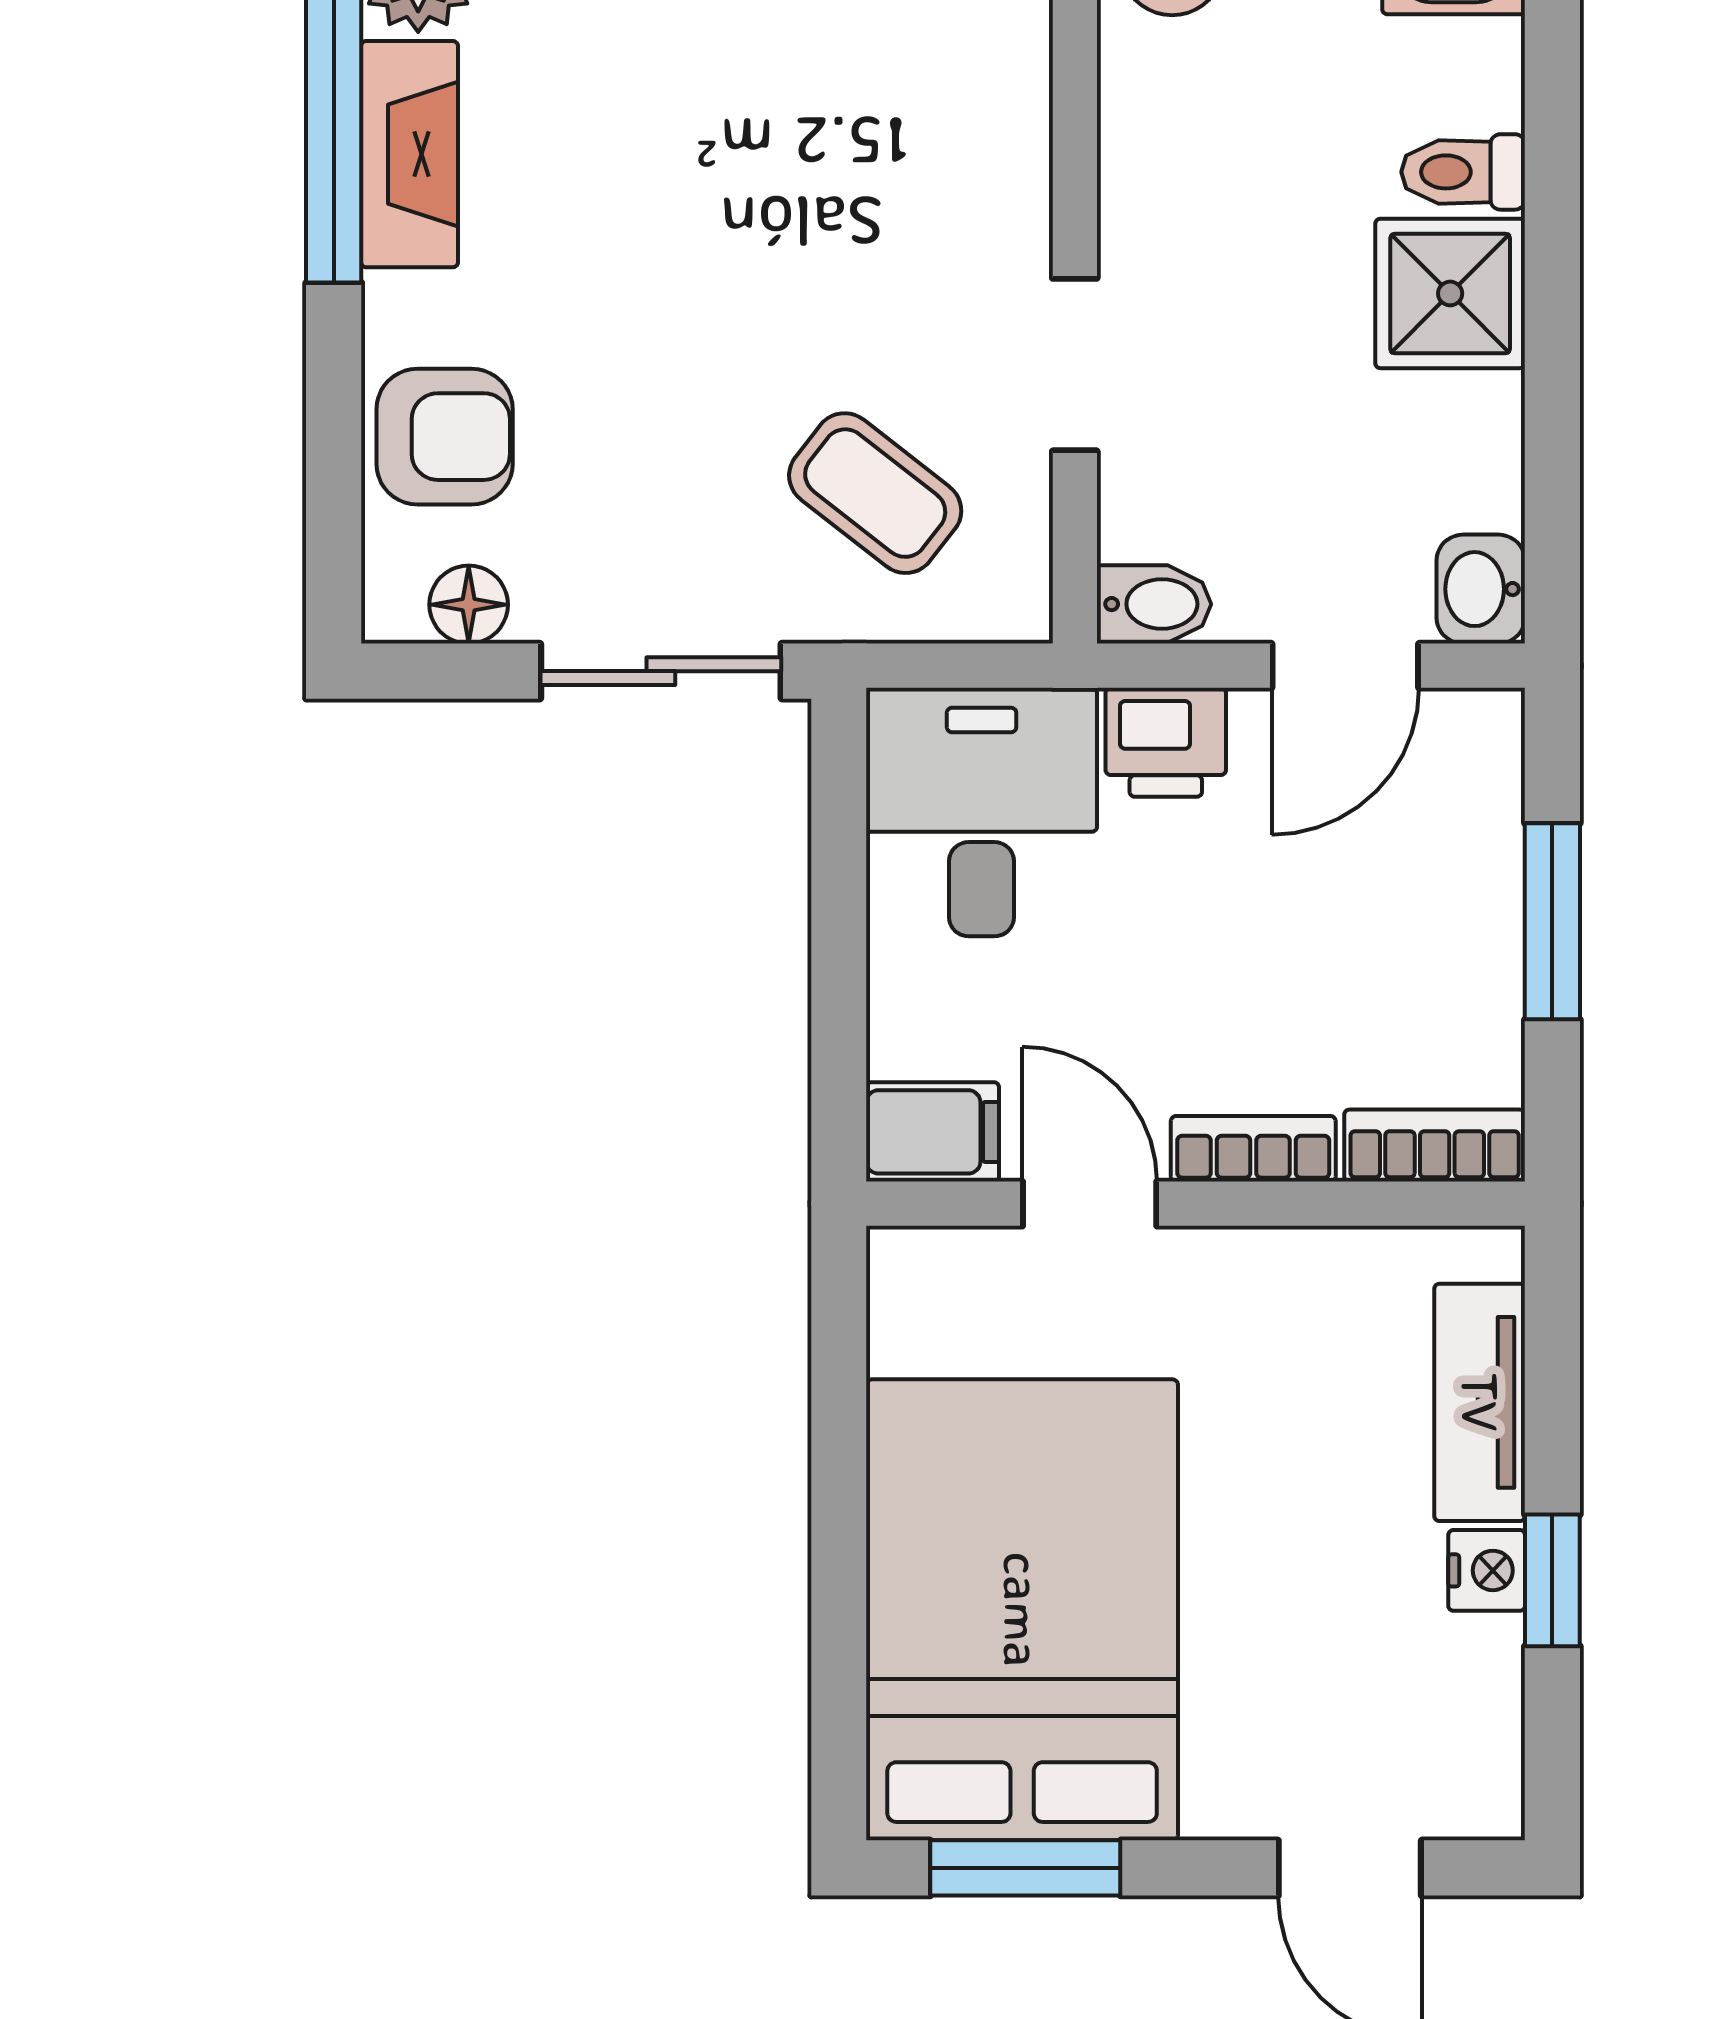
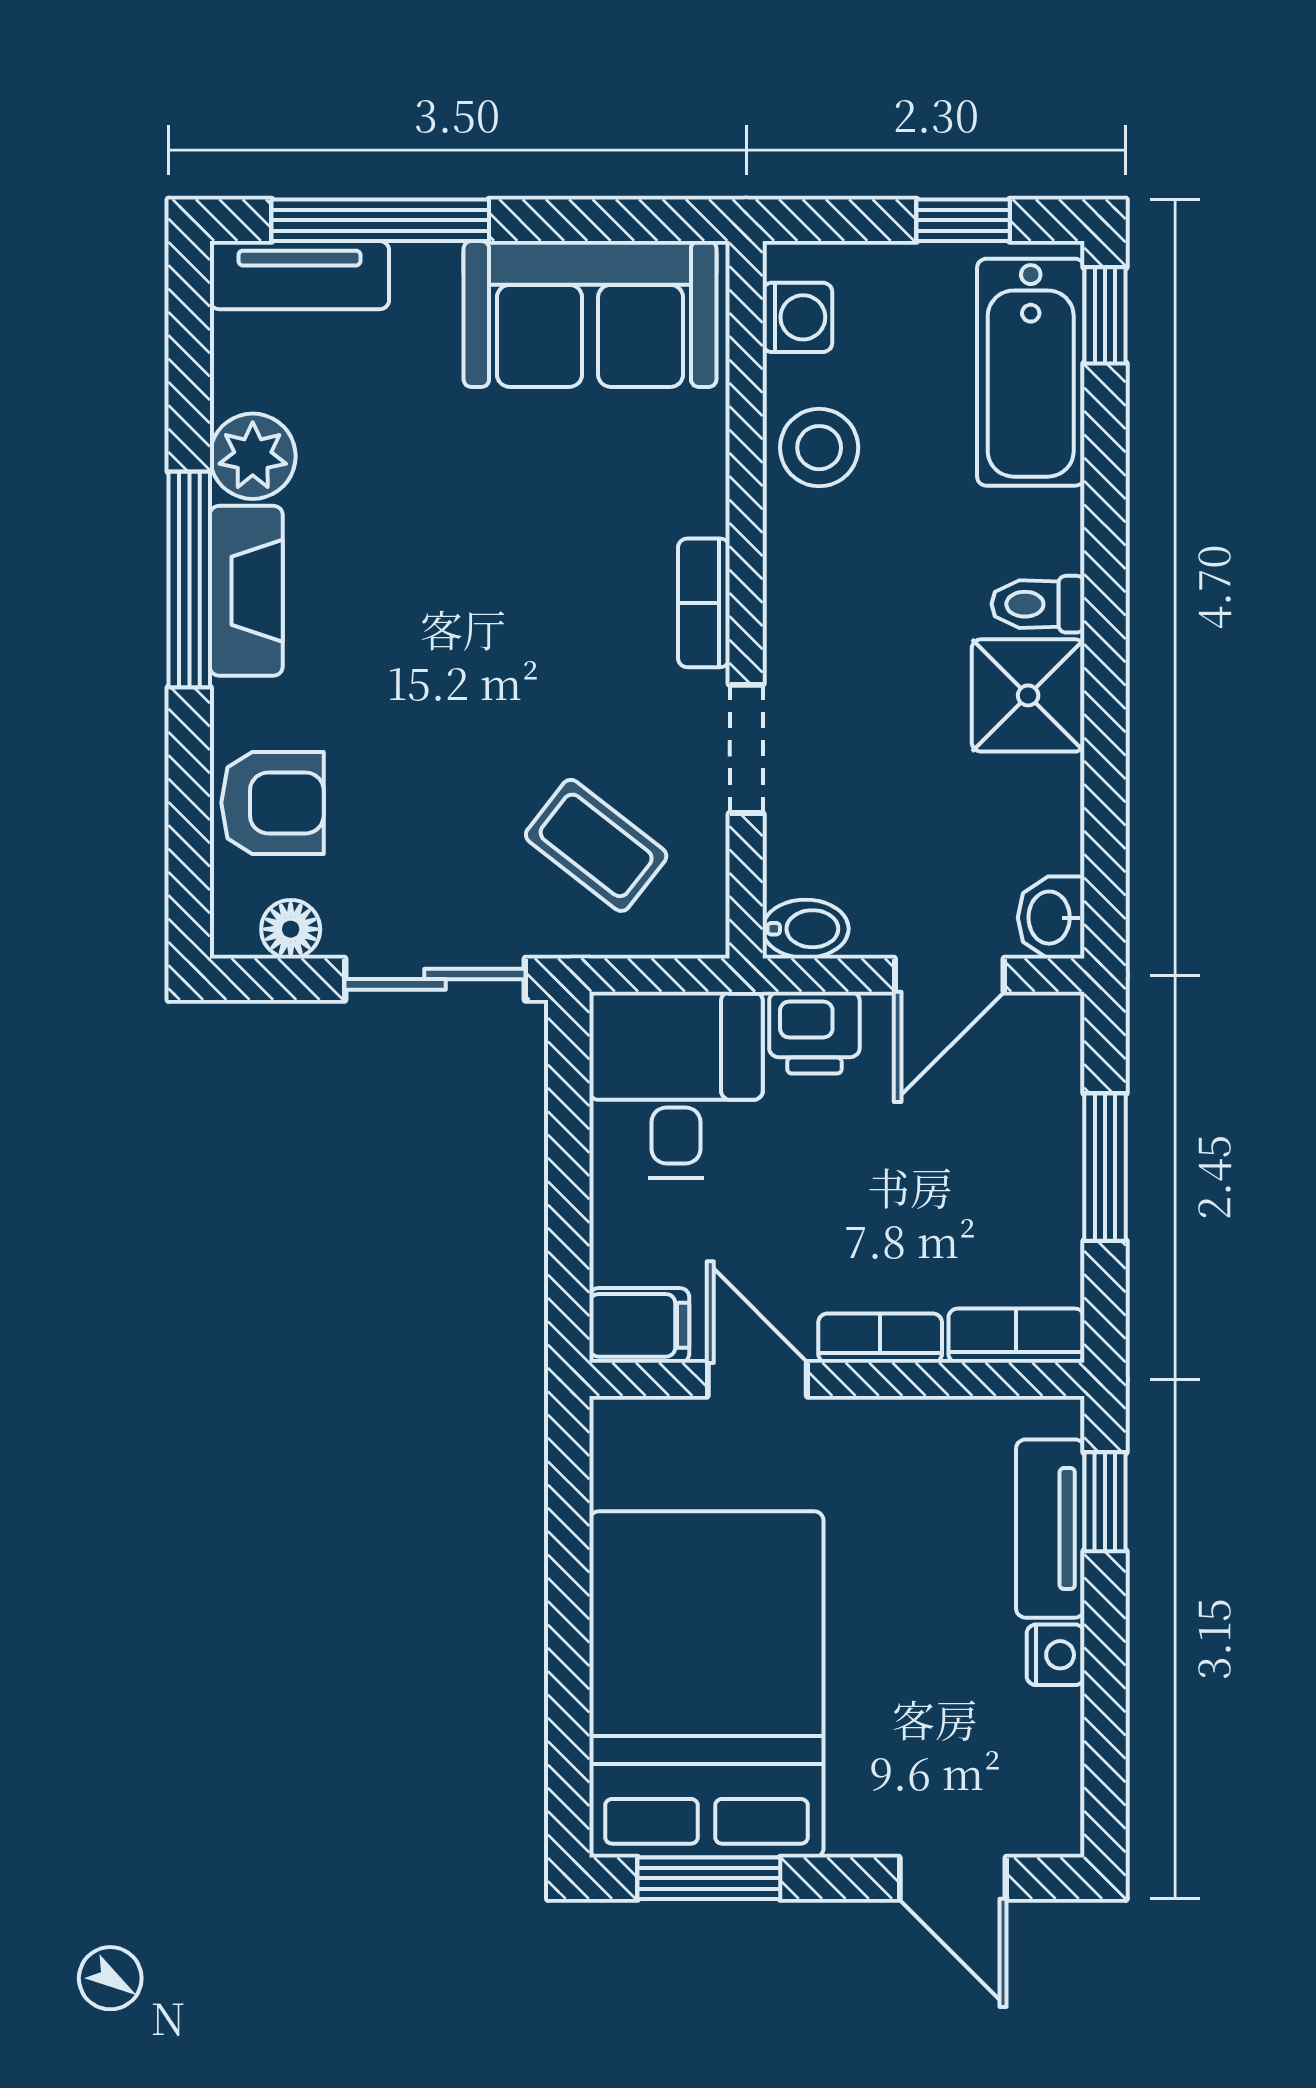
bookcase: (1019, 170) -> (704, 603), added
window: (1552, 1580) -> (1105, 1502), moved

